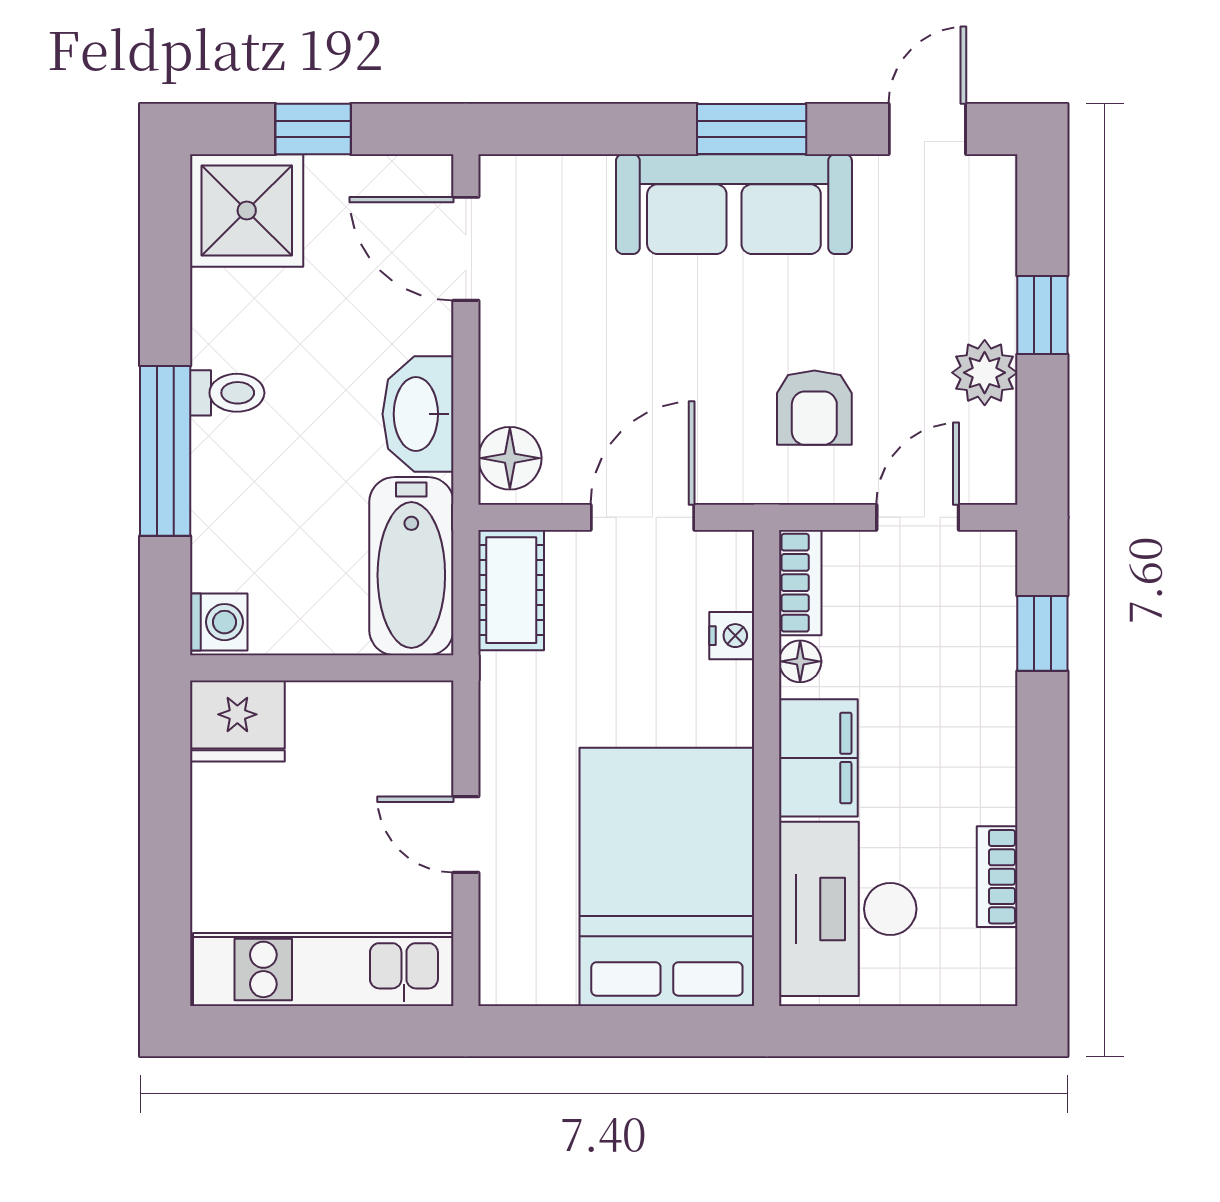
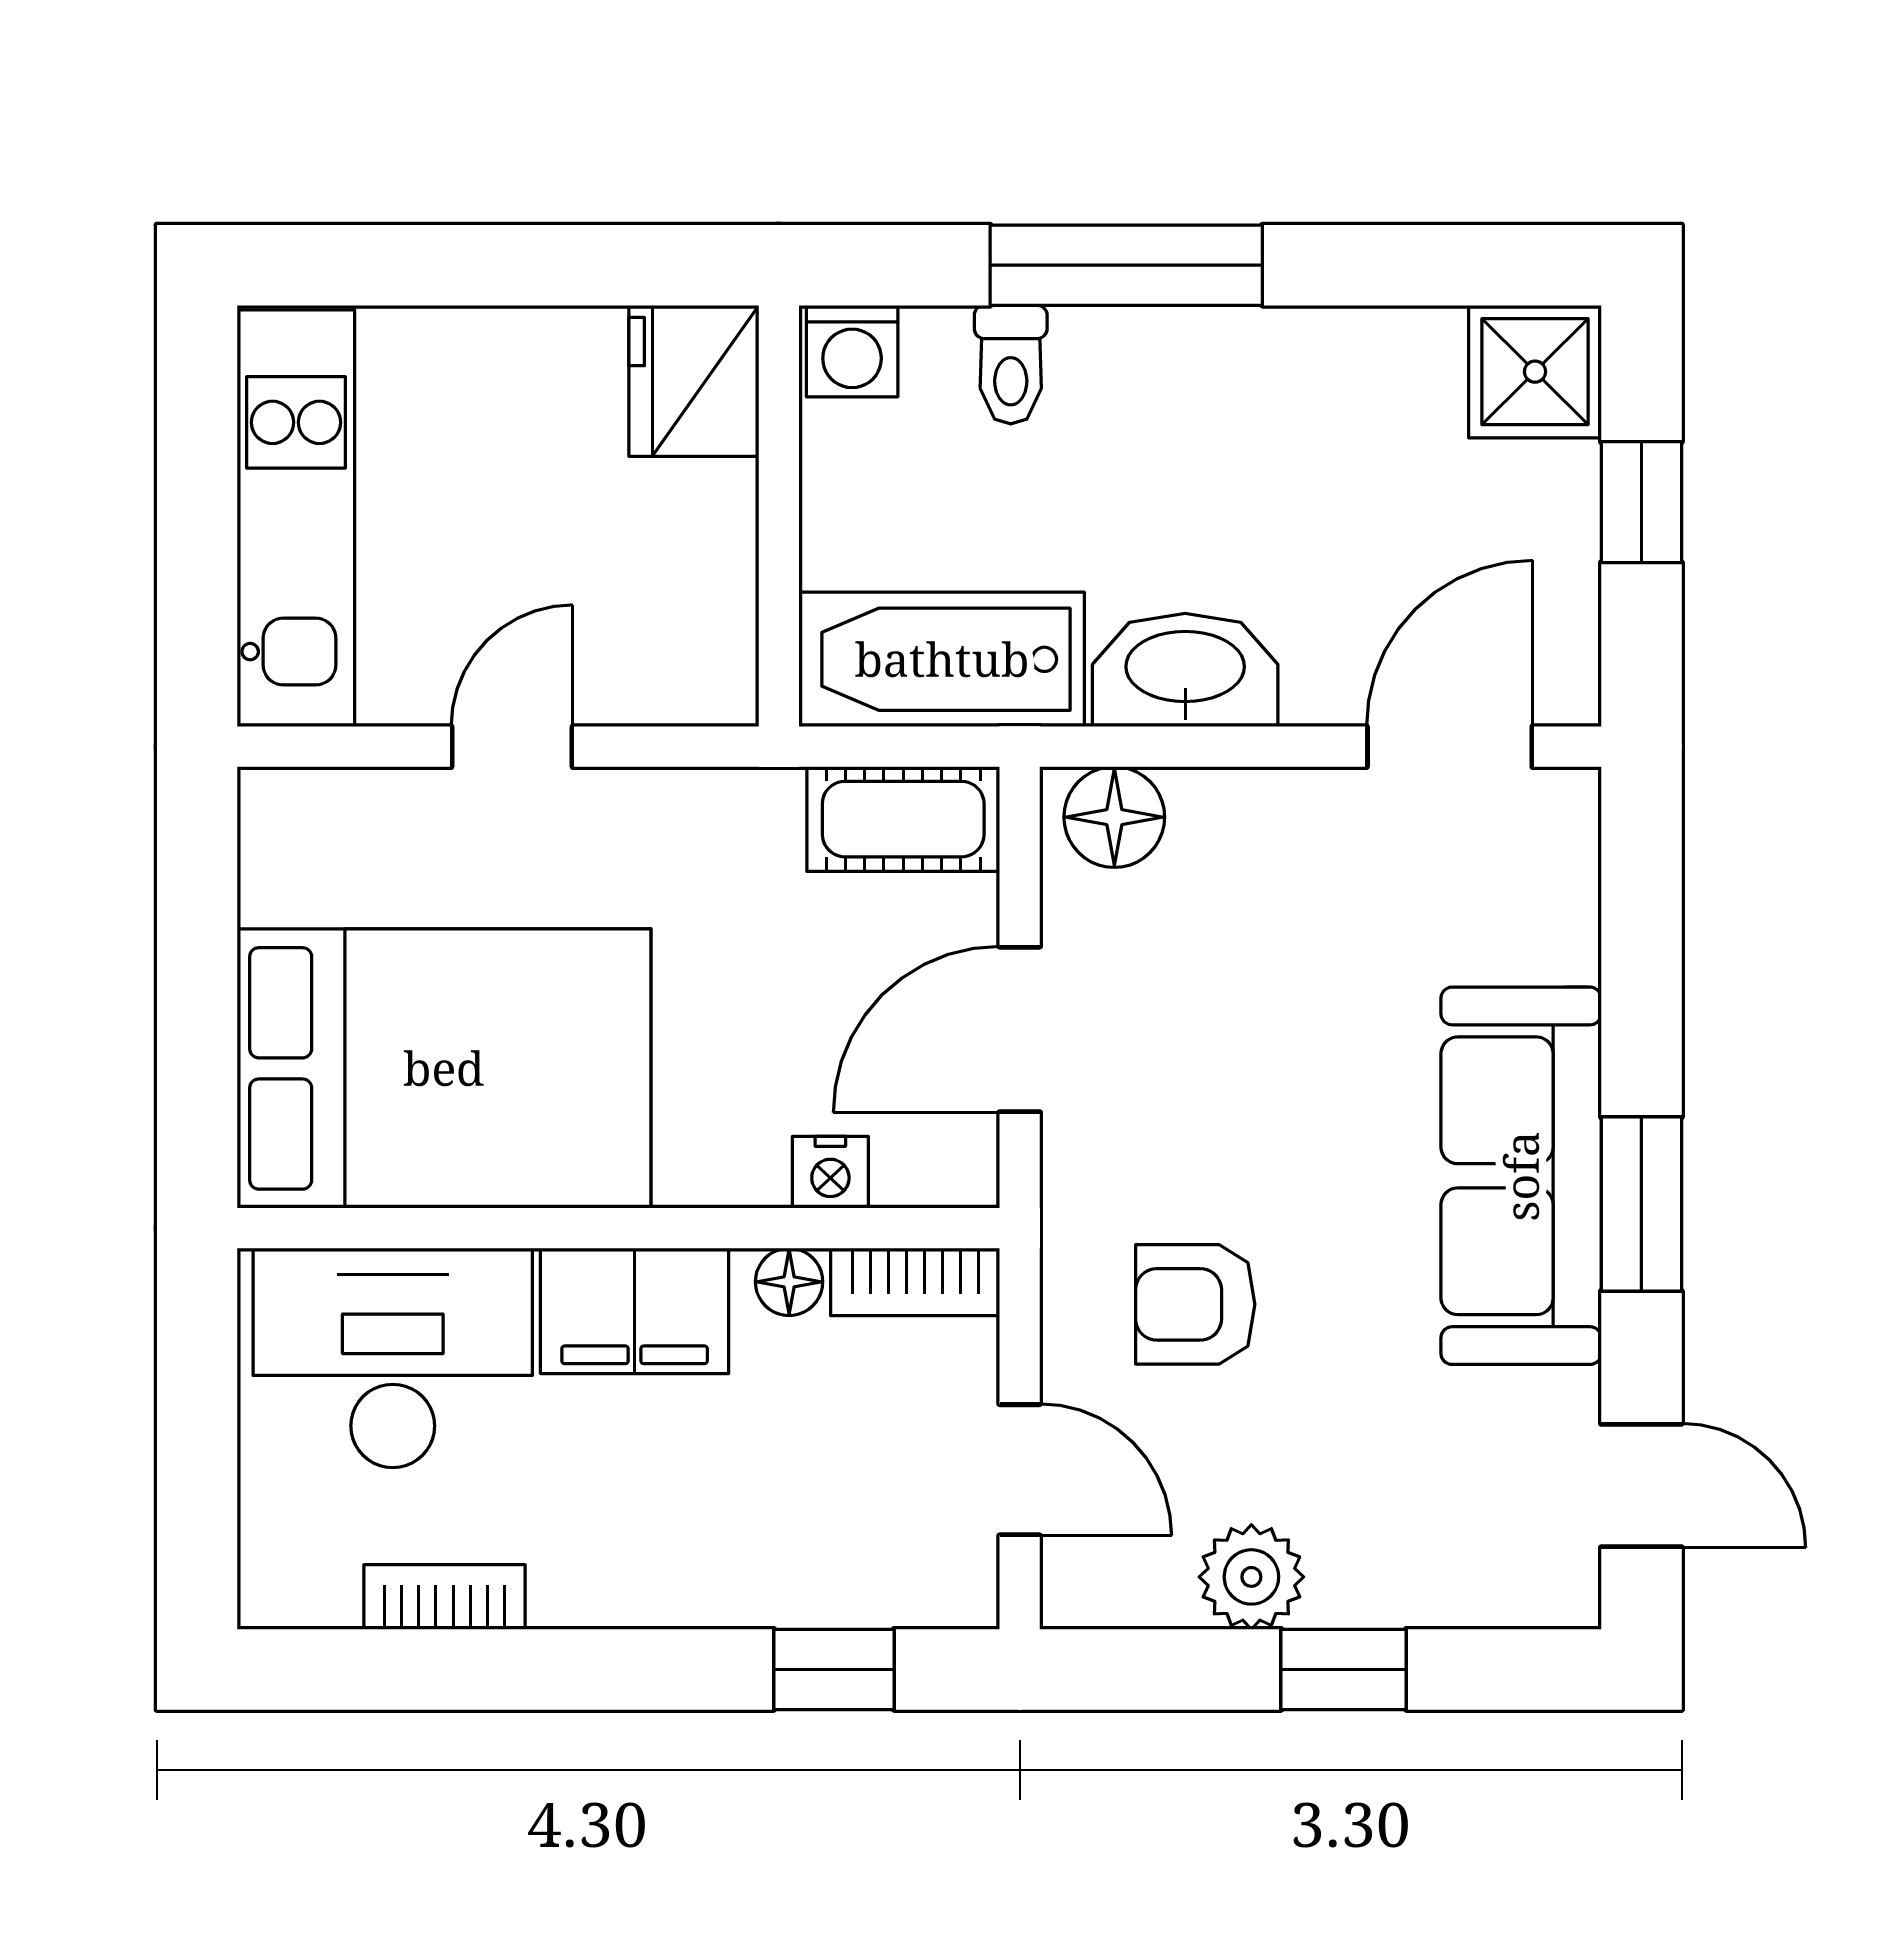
shower: (247, 211) -> (1535, 372), width x0.73, depth x0.73
toilet: (227, 393) -> (1011, 365), moved
door: (643, 517) -> (1020, 1029), swing flipped

